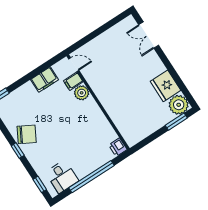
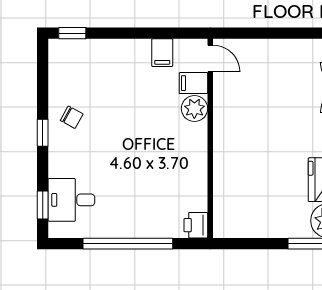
filing cabinet: (44, 80) -> (162, 53), width x0.50
chair: (27, 134) -> (72, 117), width x0.54, depth x0.54
desk: (62, 177) -> (71, 200), moved, turned 90

